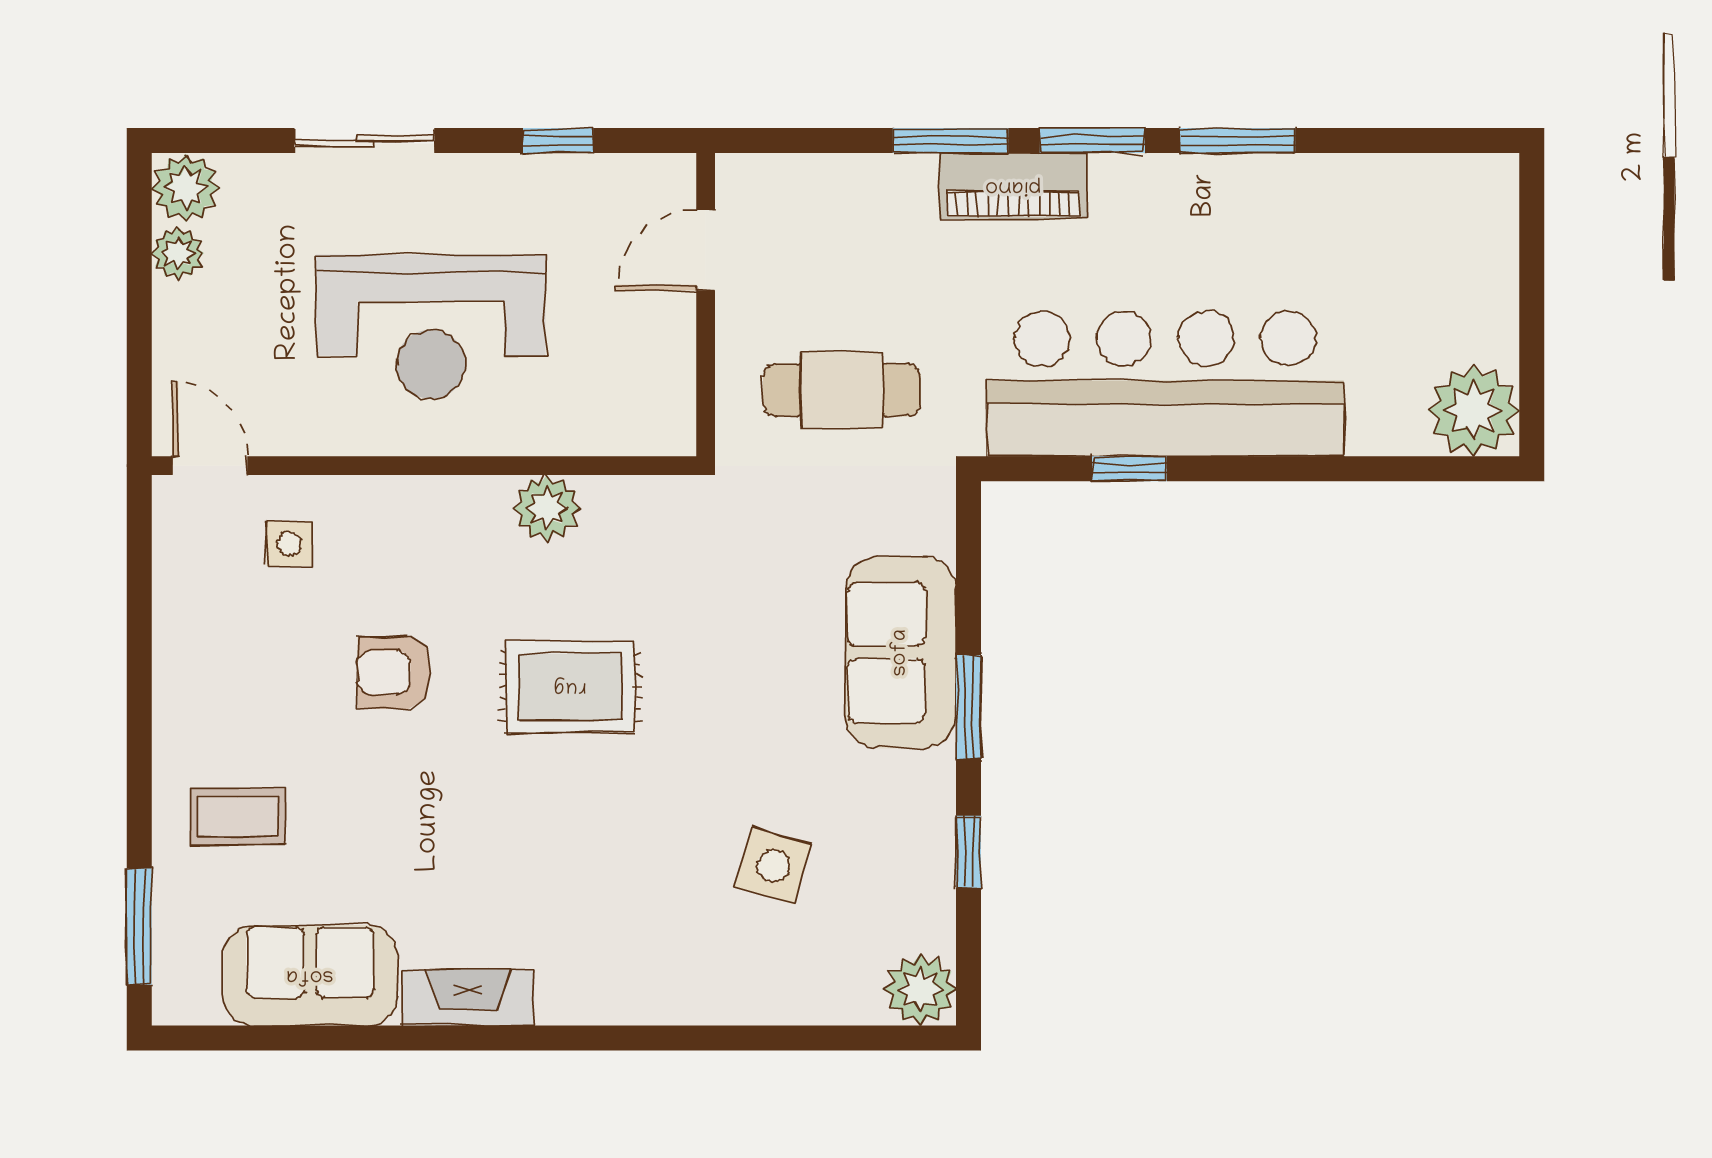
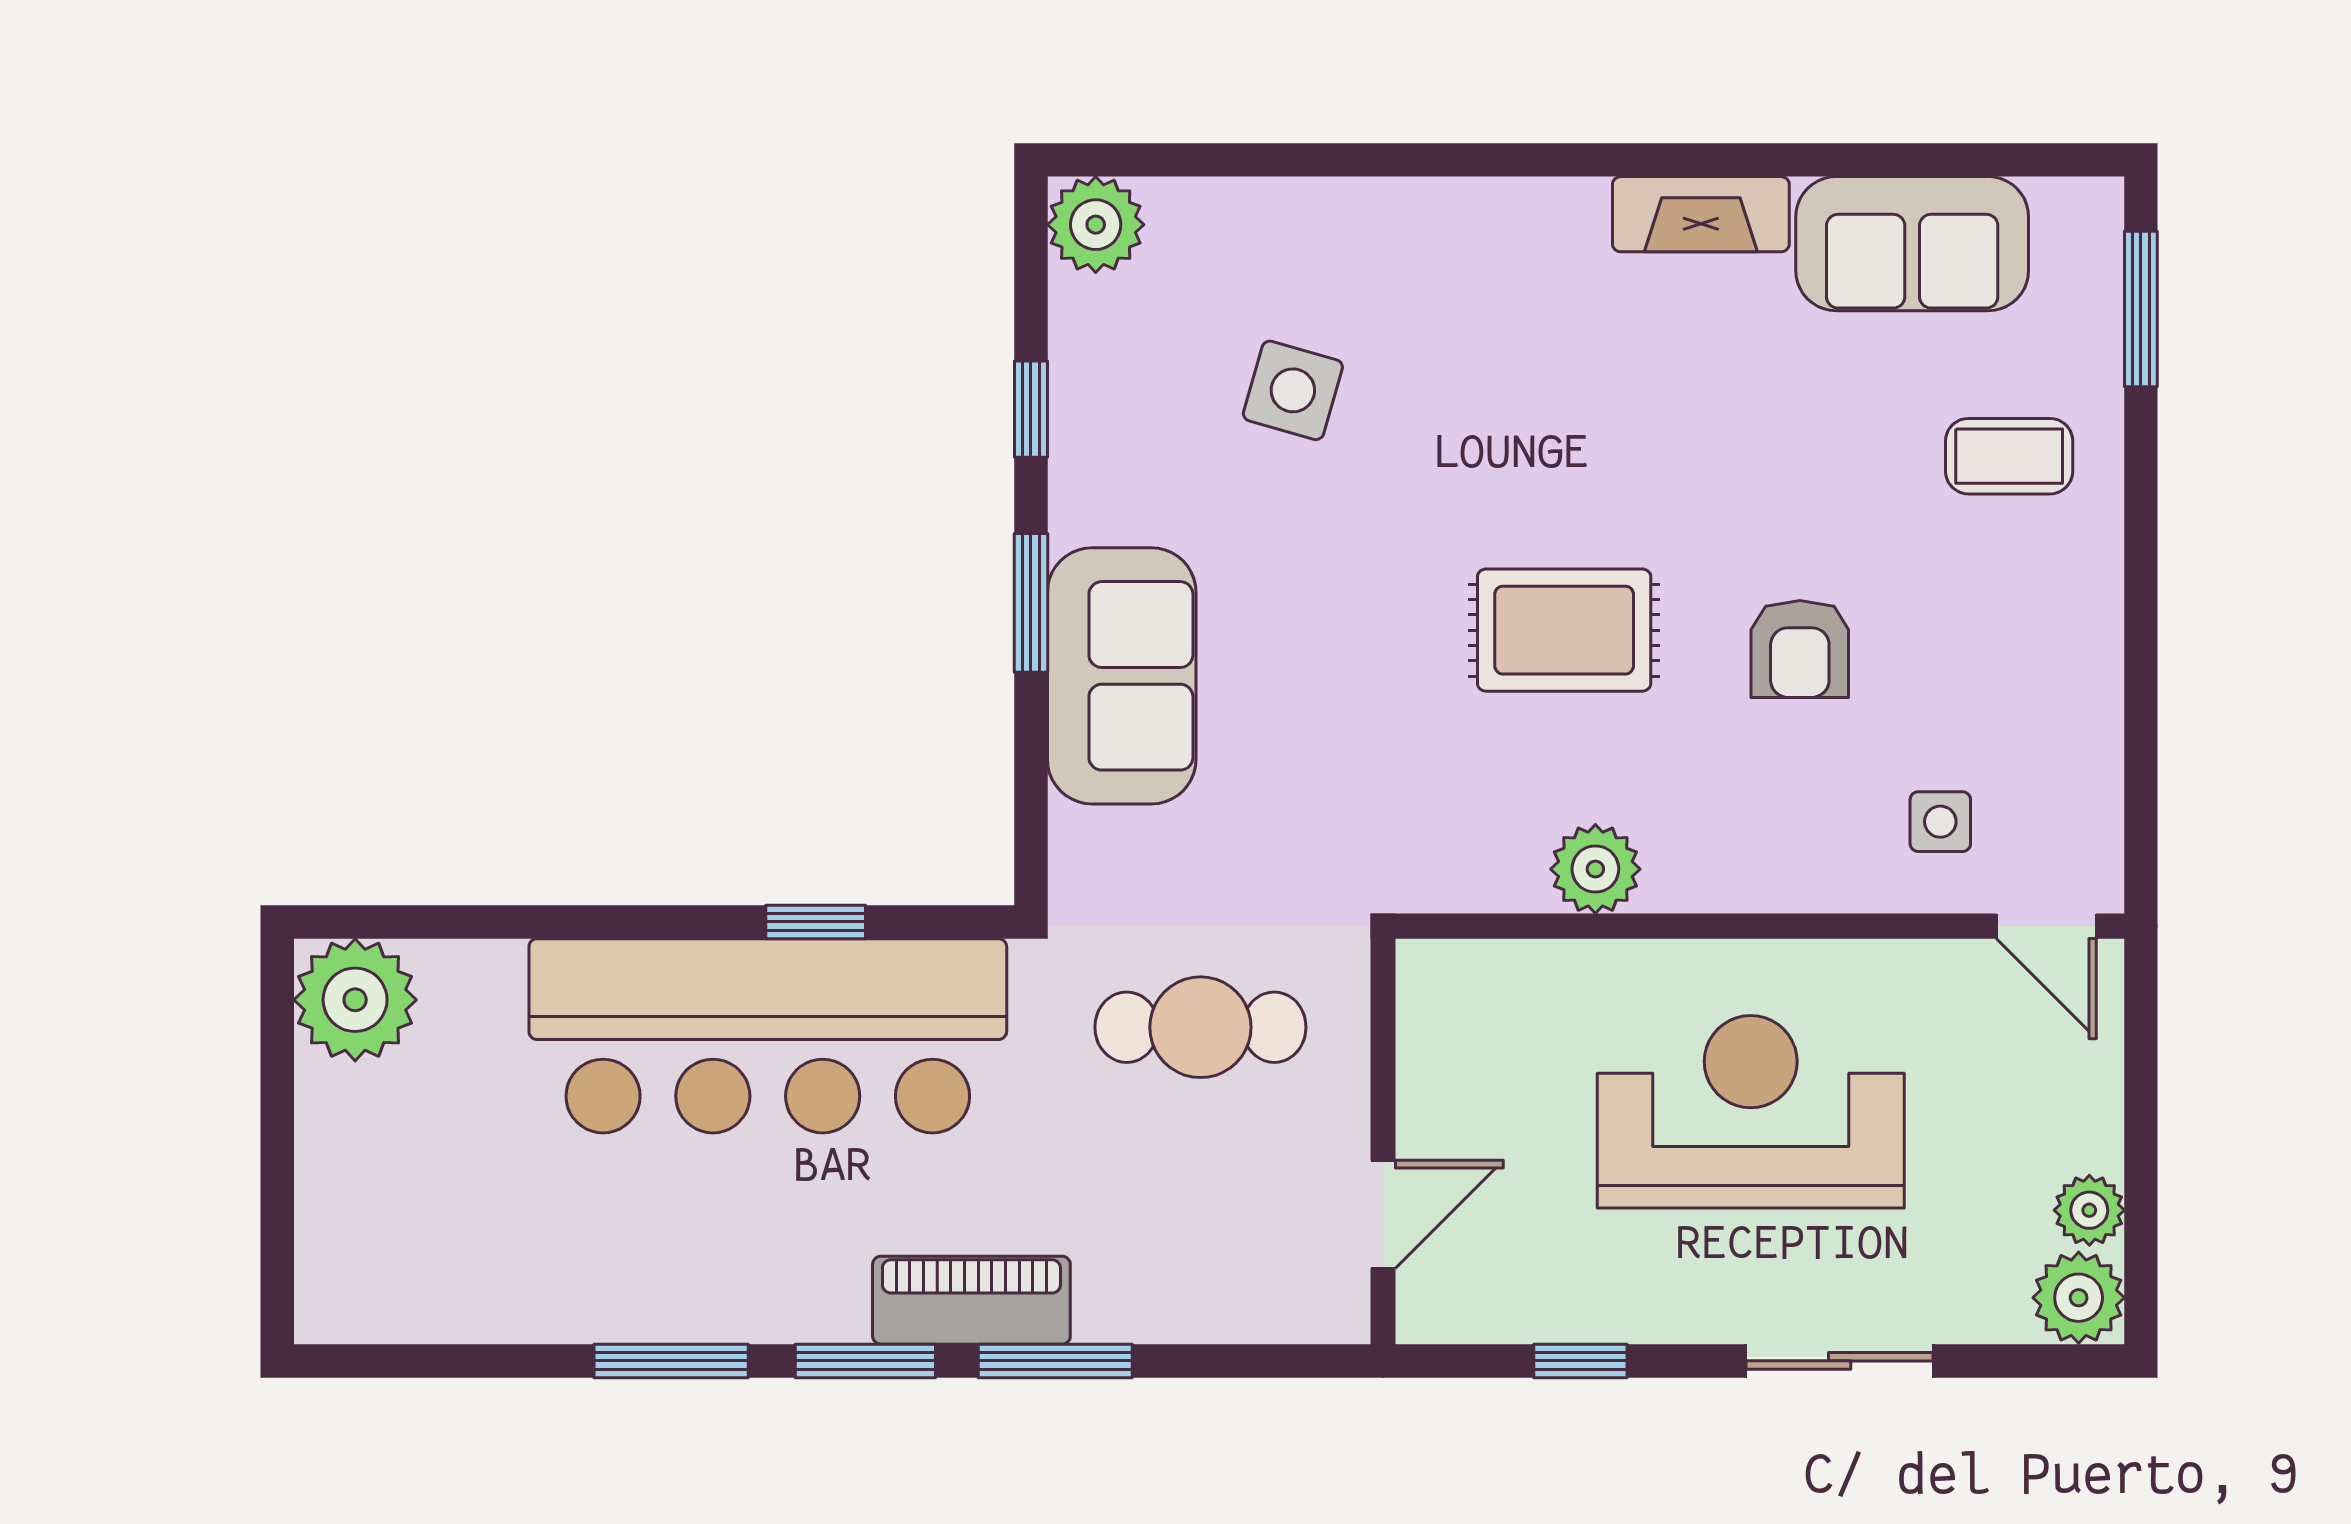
armchair: (394, 673) -> (1800, 649), turned 90

